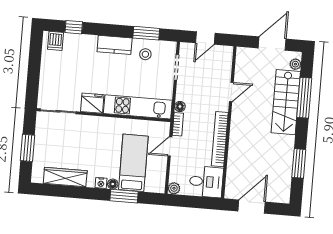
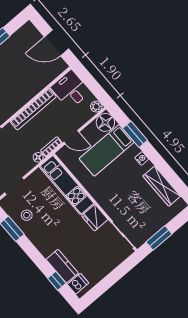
kitchen counter: (115, 45) -> (62, 266), moved
window: (28, 148) -> (159, 238), moved
floor lamp: (113, 184) -> (105, 122), moved, width x1.89, depth x1.89

